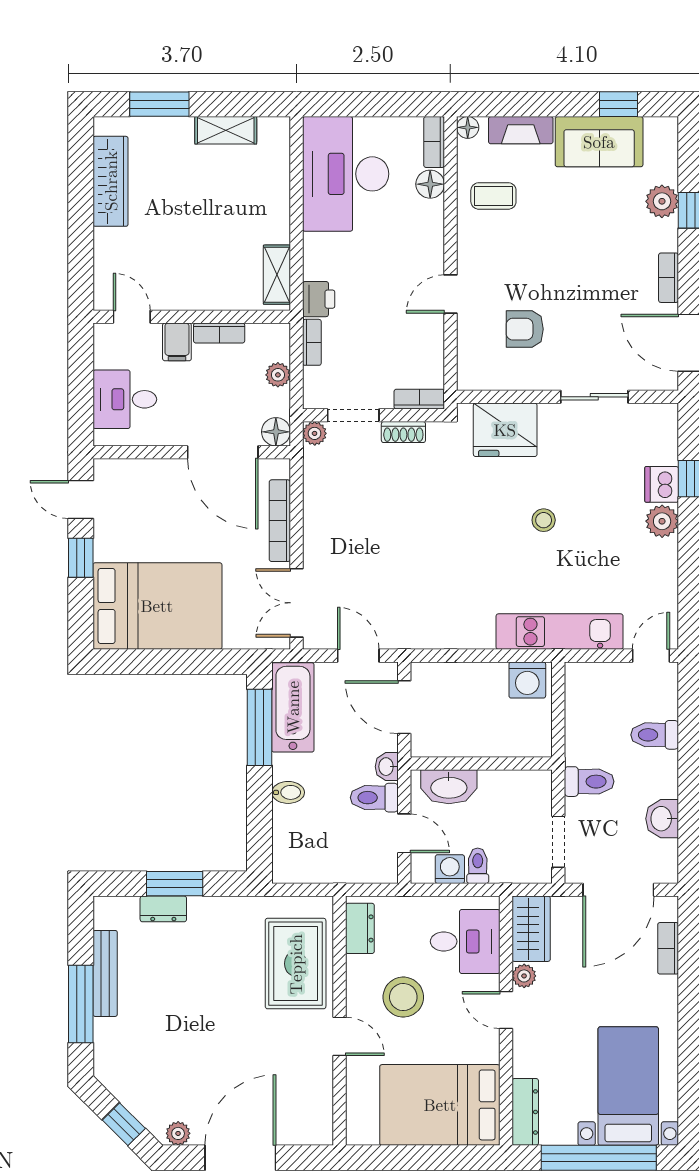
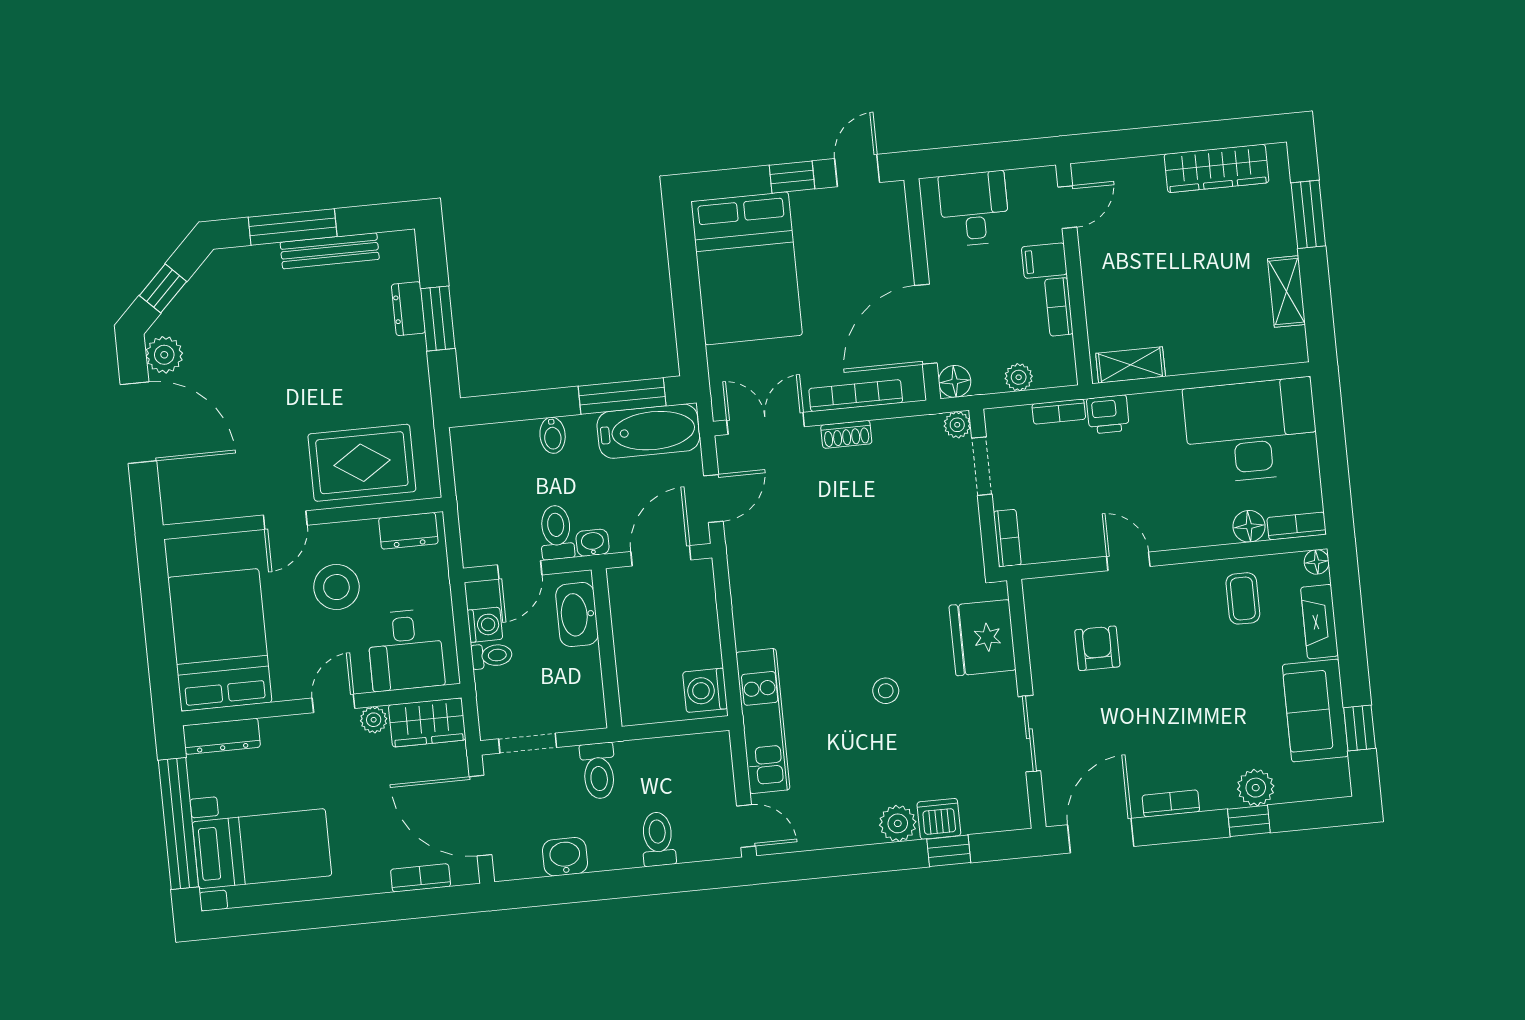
shoe rack: (403, 432) -> (846, 434), moved, turned -90
plant: (178, 1133) -> (164, 355), width x1.38, depth x1.38

